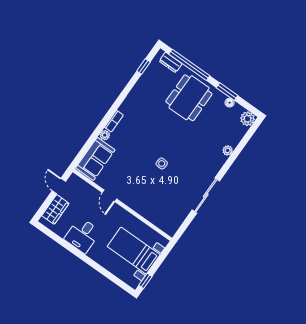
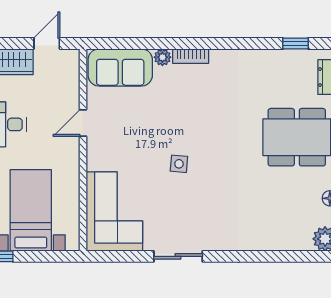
plant: (228, 150) -> (262, 242), removed
sliding door: (206, 195) -> (178, 256), width x0.73
corner sofa: (163, 211) -> (114, 211), added

